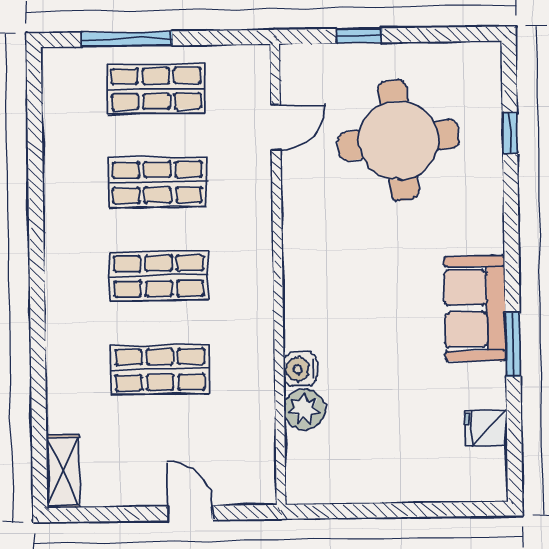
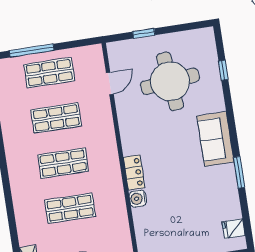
sofa: (475, 308) -> (215, 139), moved
locker: (300, 315) -> (134, 173), added
plant: (304, 409) -> (143, 218), removed
fridge: (486, 428) -> (234, 229), moved

